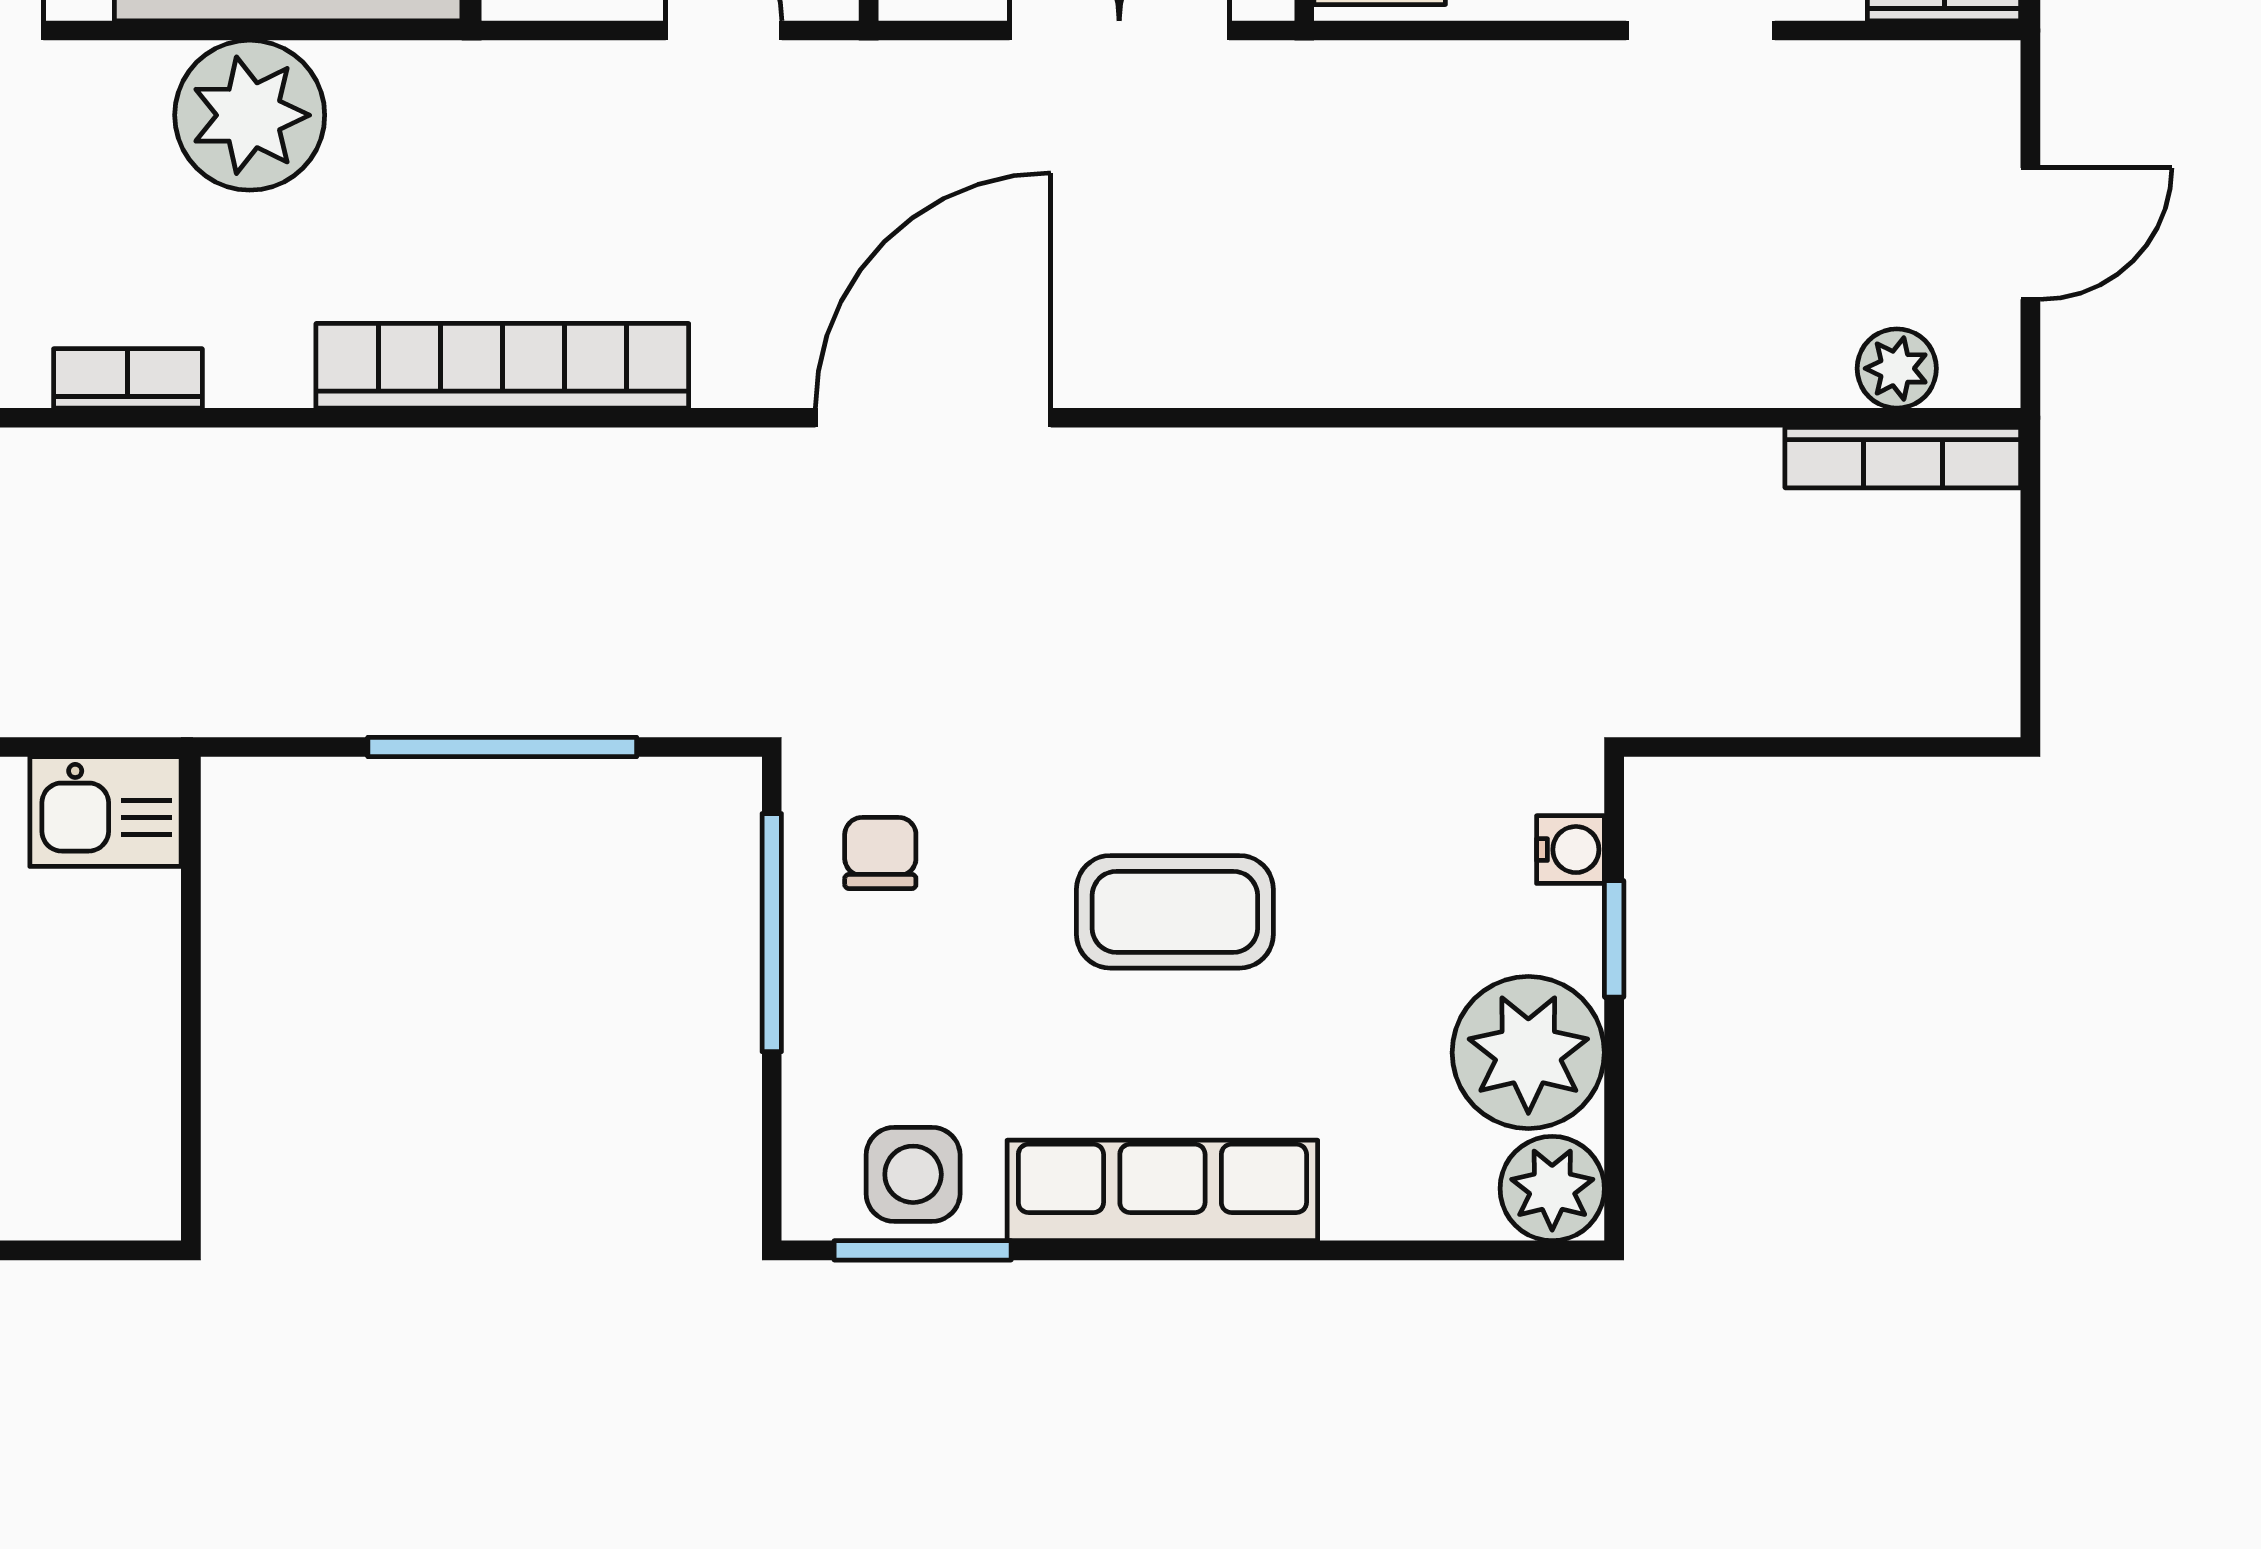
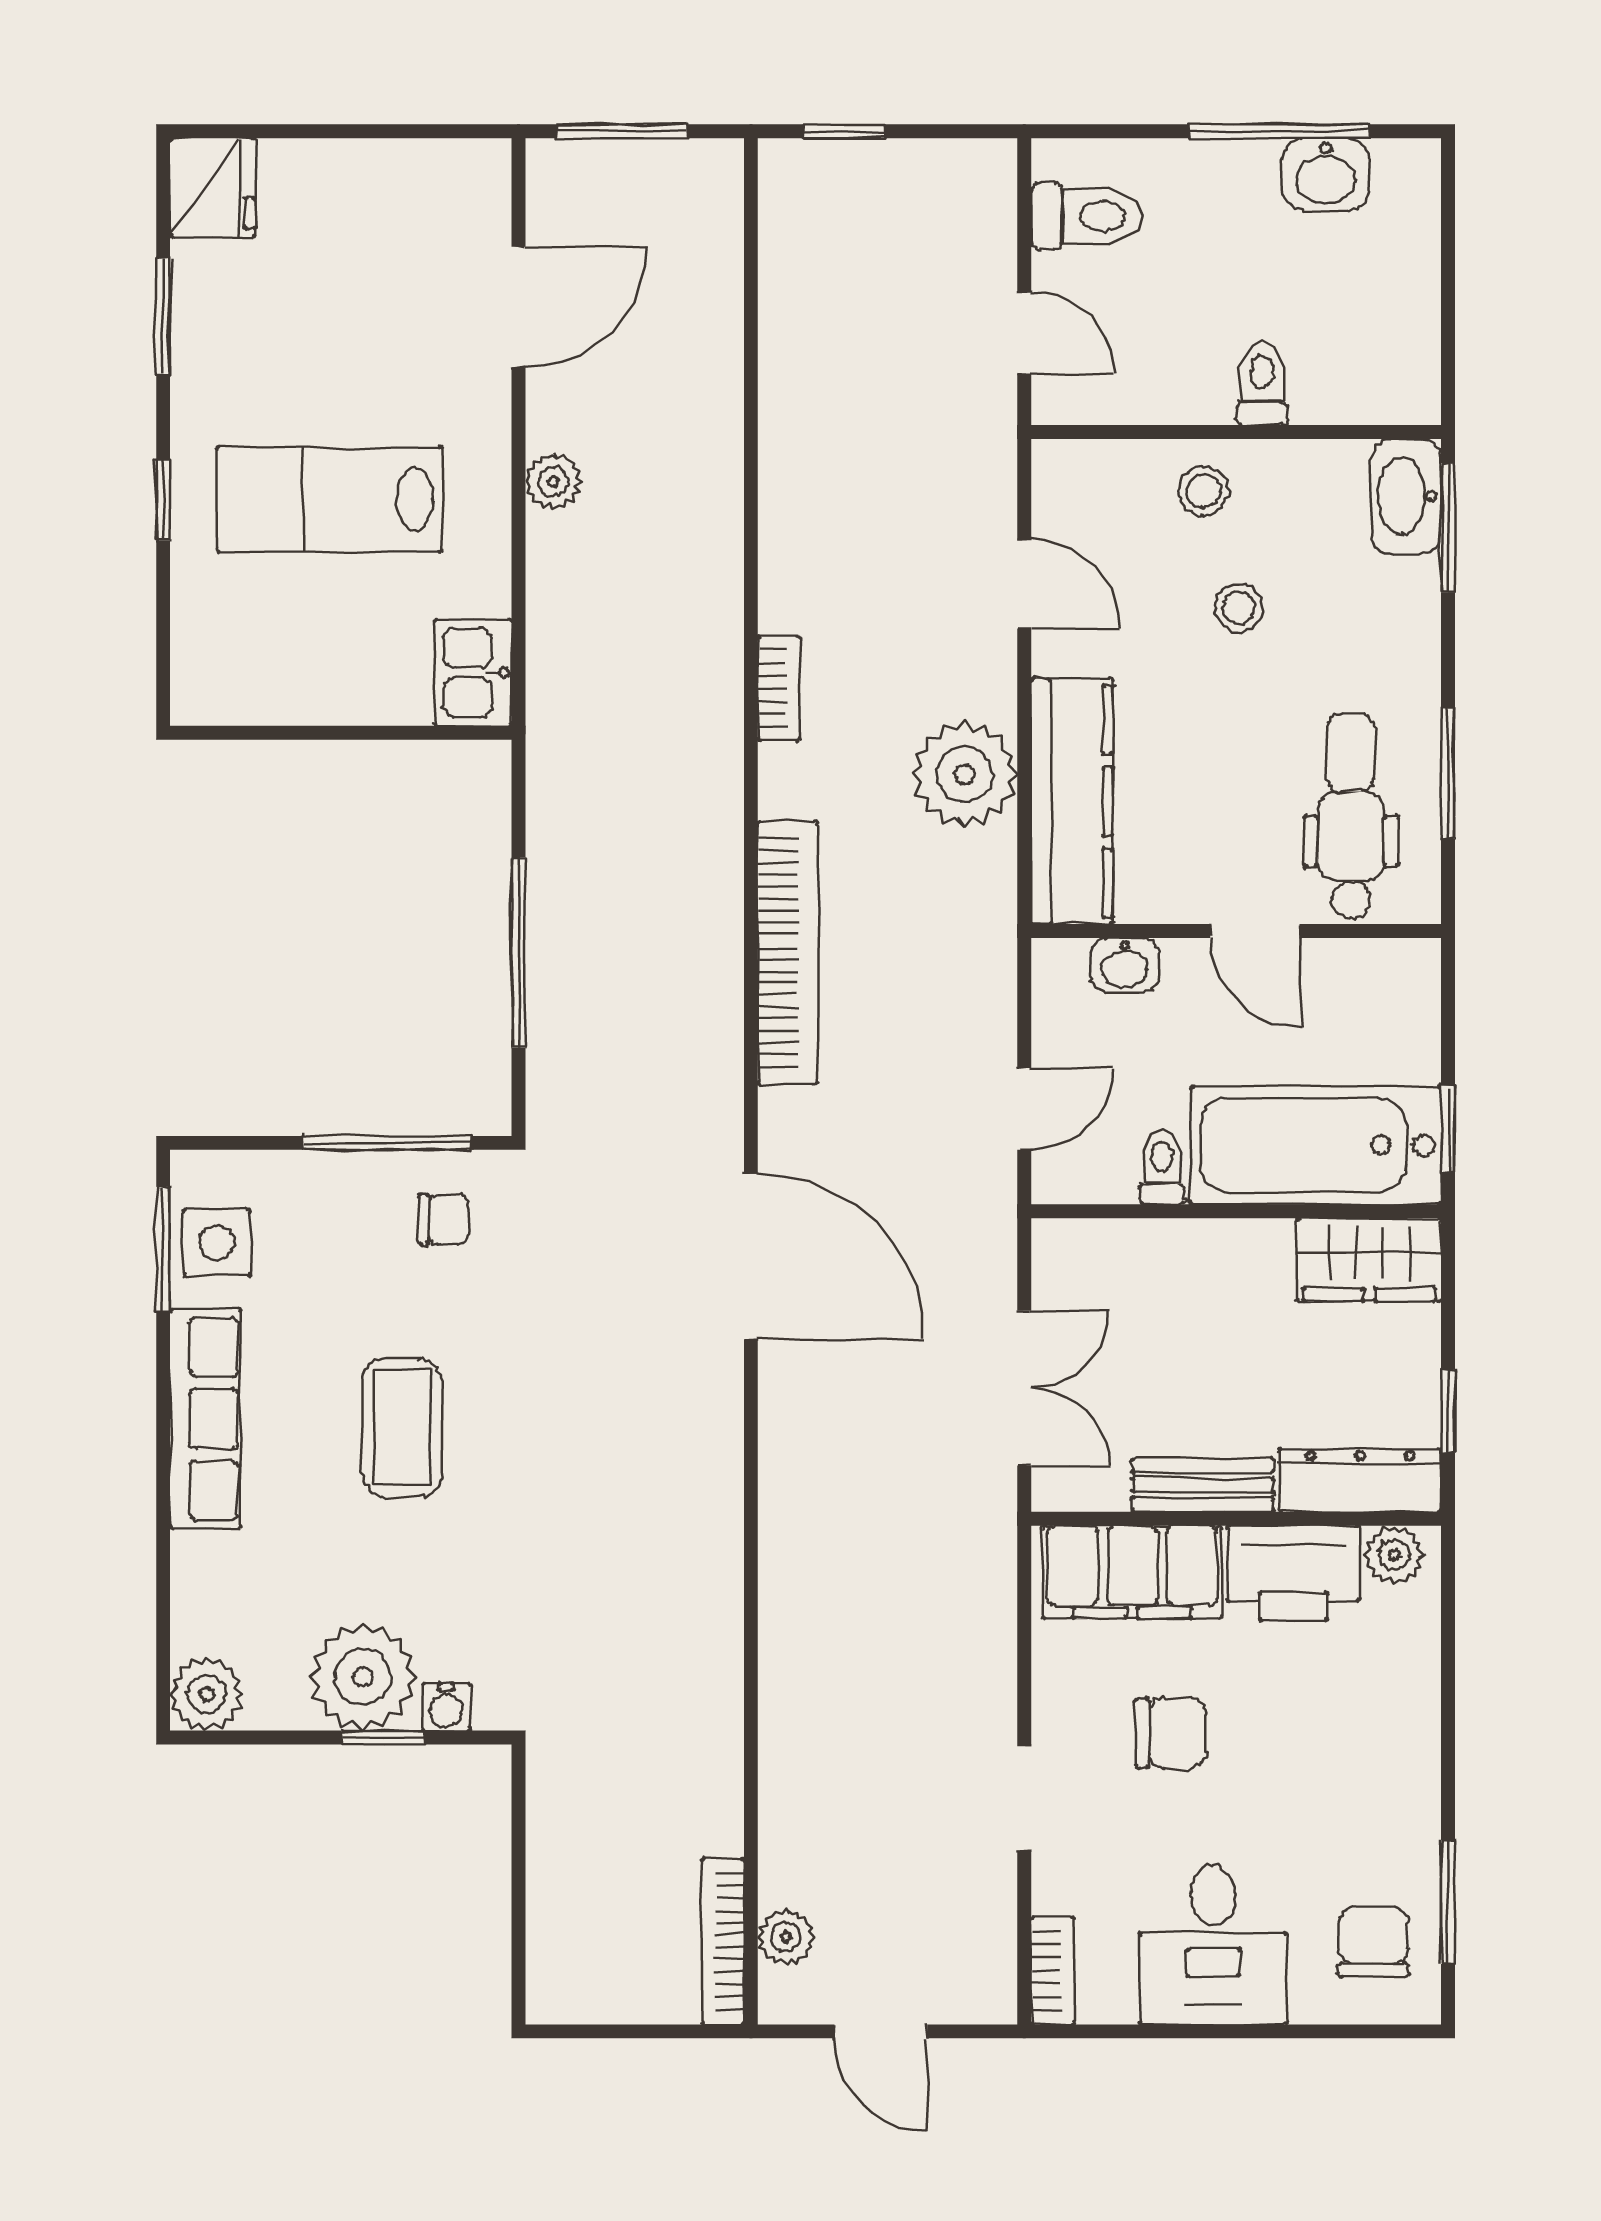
plant: (1528, 1053) -> (363, 1677), moved

